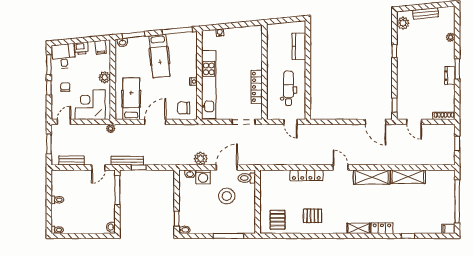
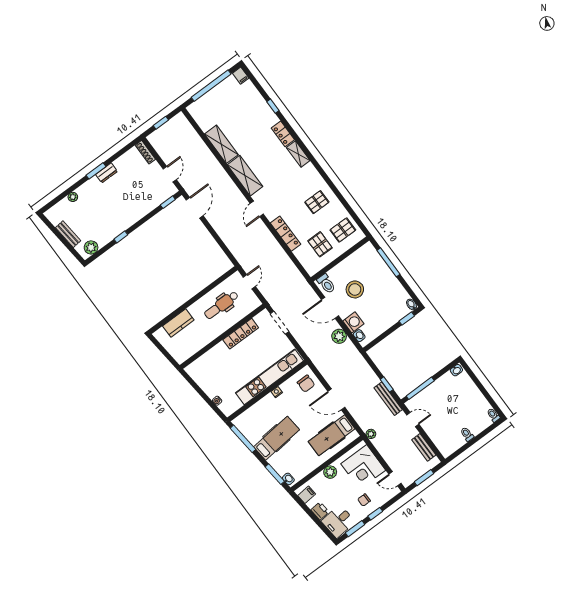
pallet: (279, 195) -> (320, 244), added
pallet: (313, 216) -> (317, 202), turned 90

